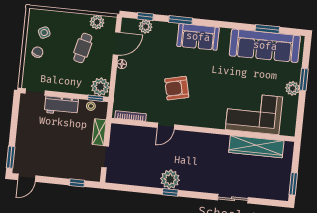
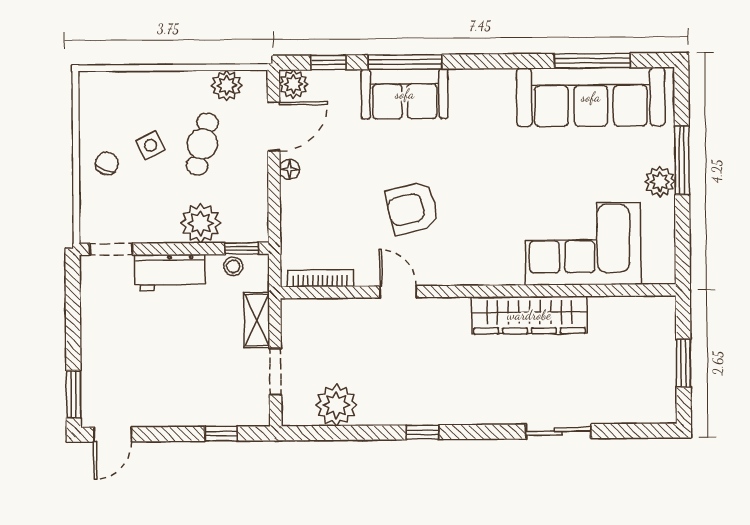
window: (181, 20) -> (405, 62), width x1.44
plant: (146, 27) -> (293, 84), moved
window: (267, 29) -> (592, 61), width x1.44
side table: (44, 33) -> (151, 145), moved
sofa: (198, 37) -> (405, 94), moved
window: (304, 80) -> (682, 160), width x1.44
plant: (100, 87) -> (201, 223), moved
door: (166, 126) -> (398, 292), swing flipped
wardrobe: (256, 147) -> (529, 315), moved
plant: (170, 179) -> (336, 405), moved
window: (293, 184) -> (683, 363), moved

